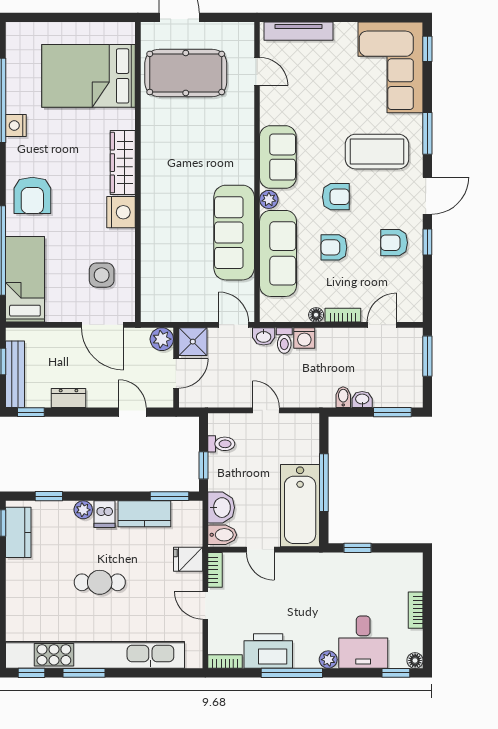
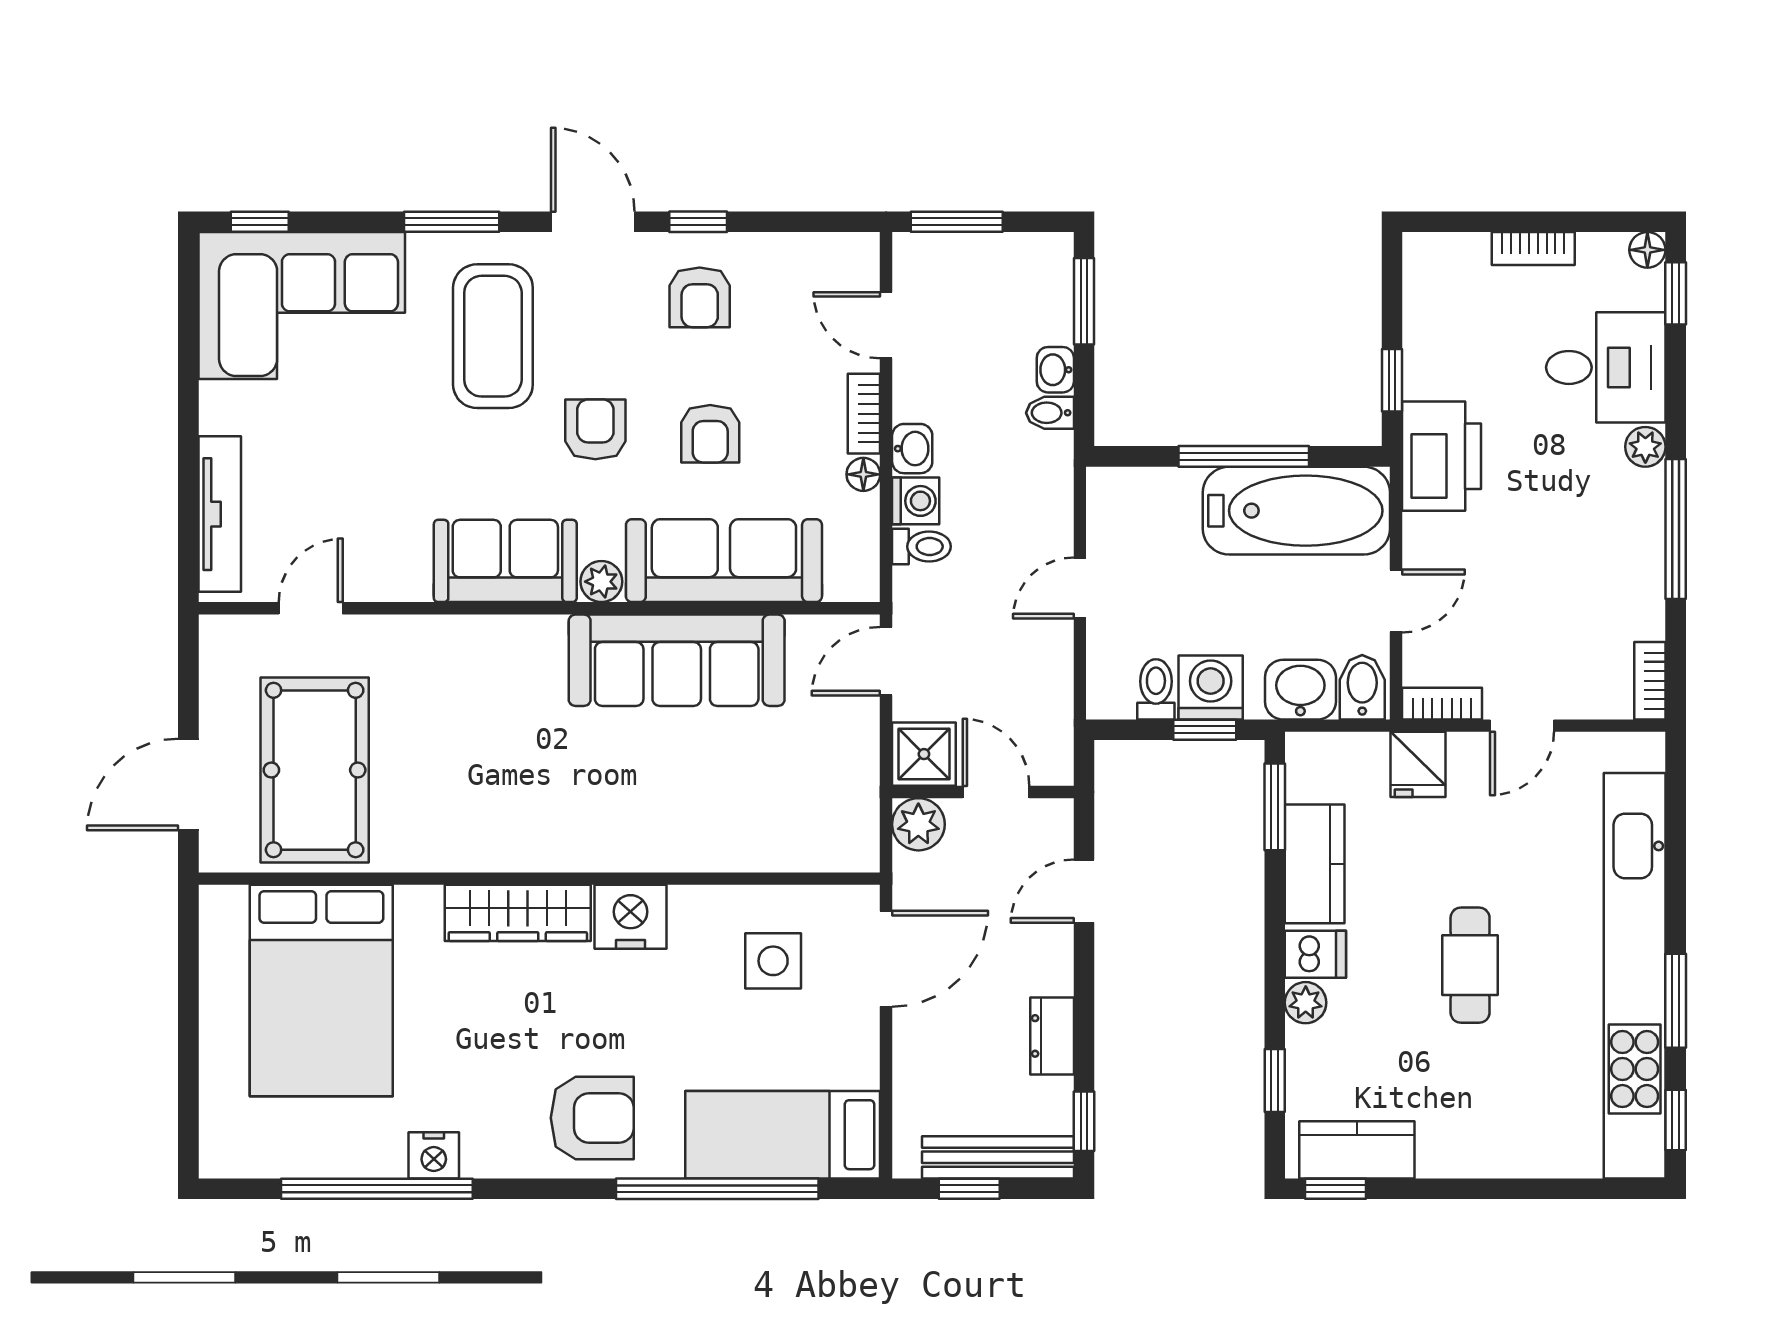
washbasin: (264, 336) -> (912, 449), moved
washing machine: (222, 468) -> (1211, 687), added
printer: (268, 651) -> (1442, 456), moved, turned 180

